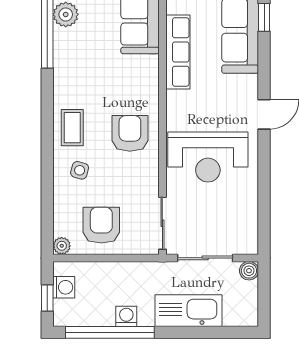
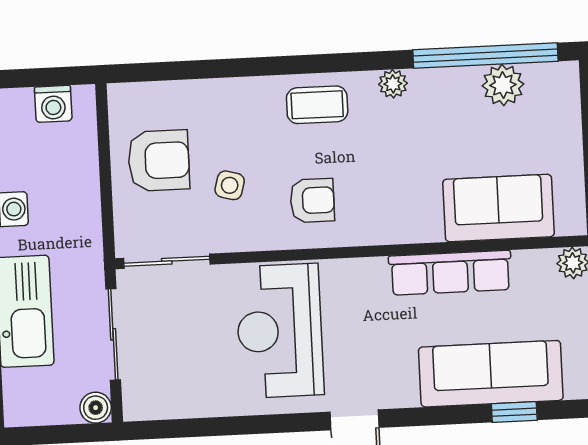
armchair: (130, 133) -> (312, 200), width x0.72, depth x0.72
side table: (80, 170) -> (230, 185), moved
plant: (62, 246) -> (393, 84), moved
window: (47, 298) -> (34, 78), removed

